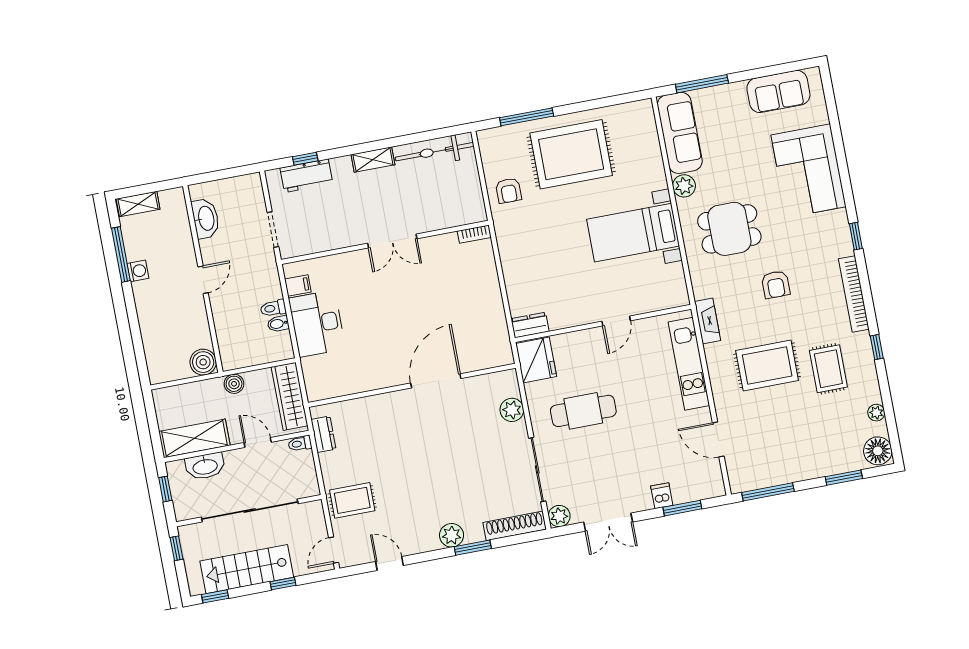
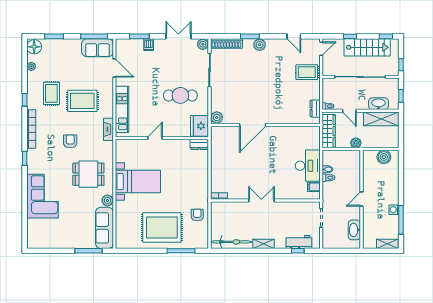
sofa: (778, 91) -> (97, 48), moved, turned 180
boiler: (203, 362) -> (384, 157), moved
plant: (512, 410) -> (217, 117), moved

